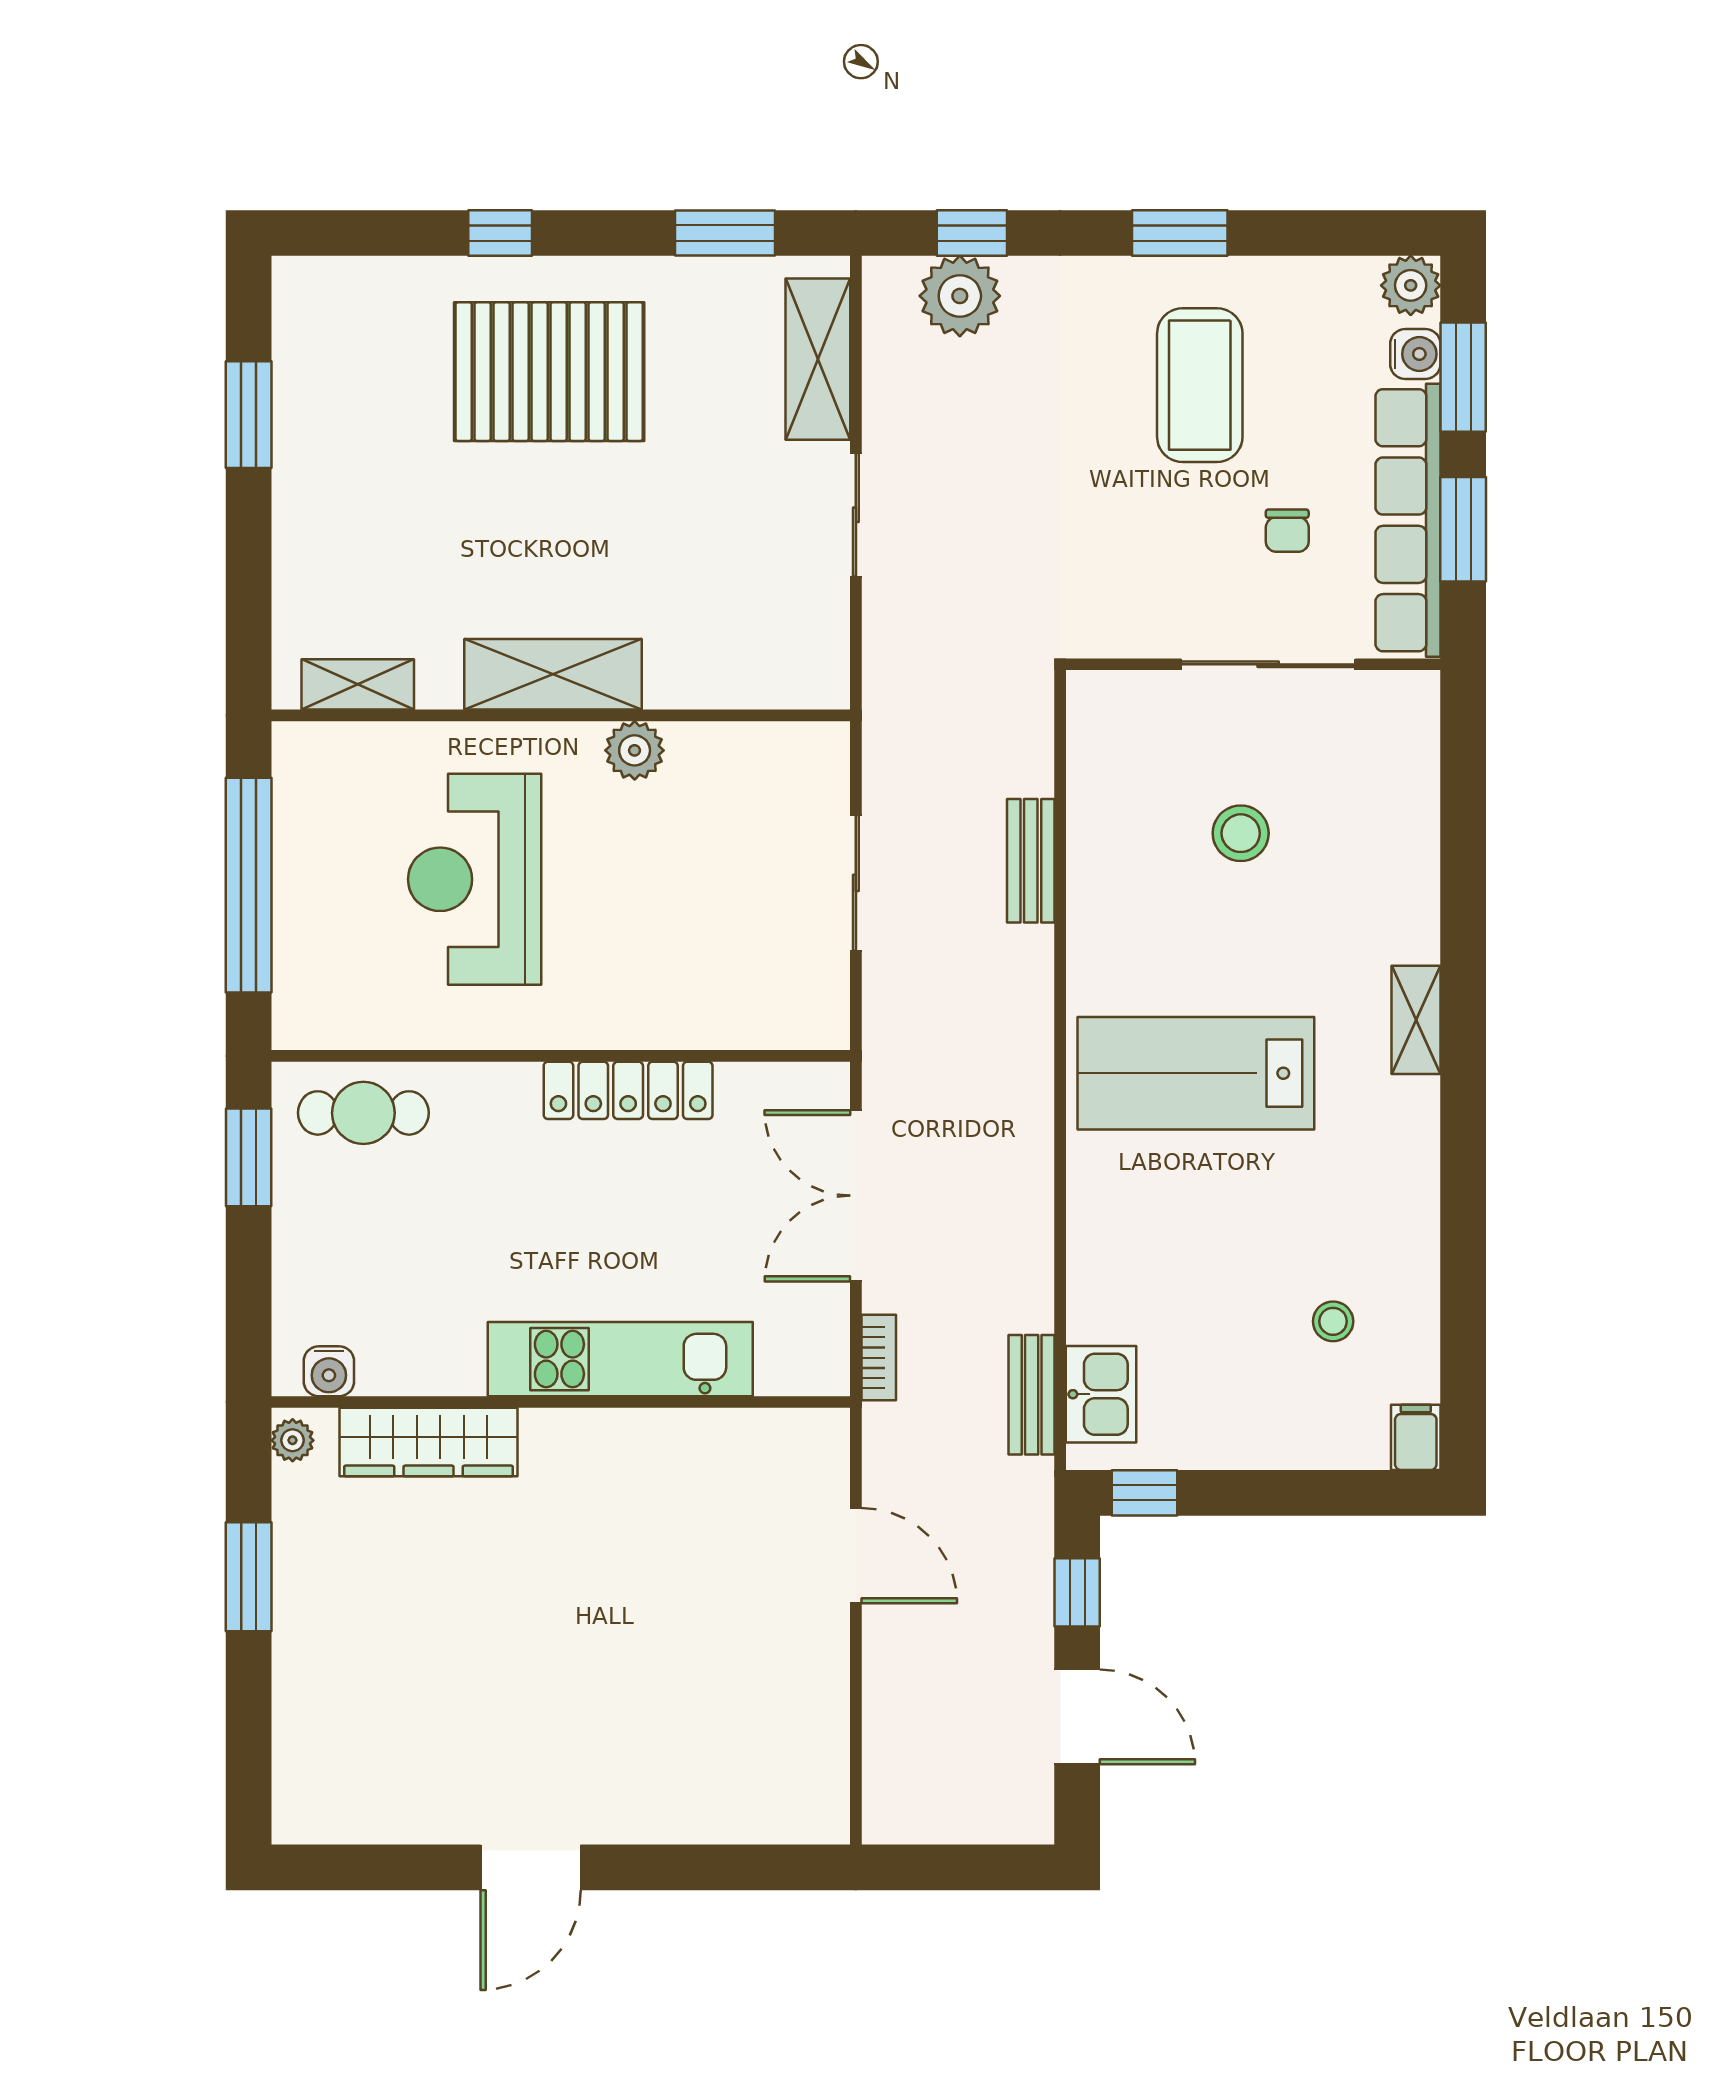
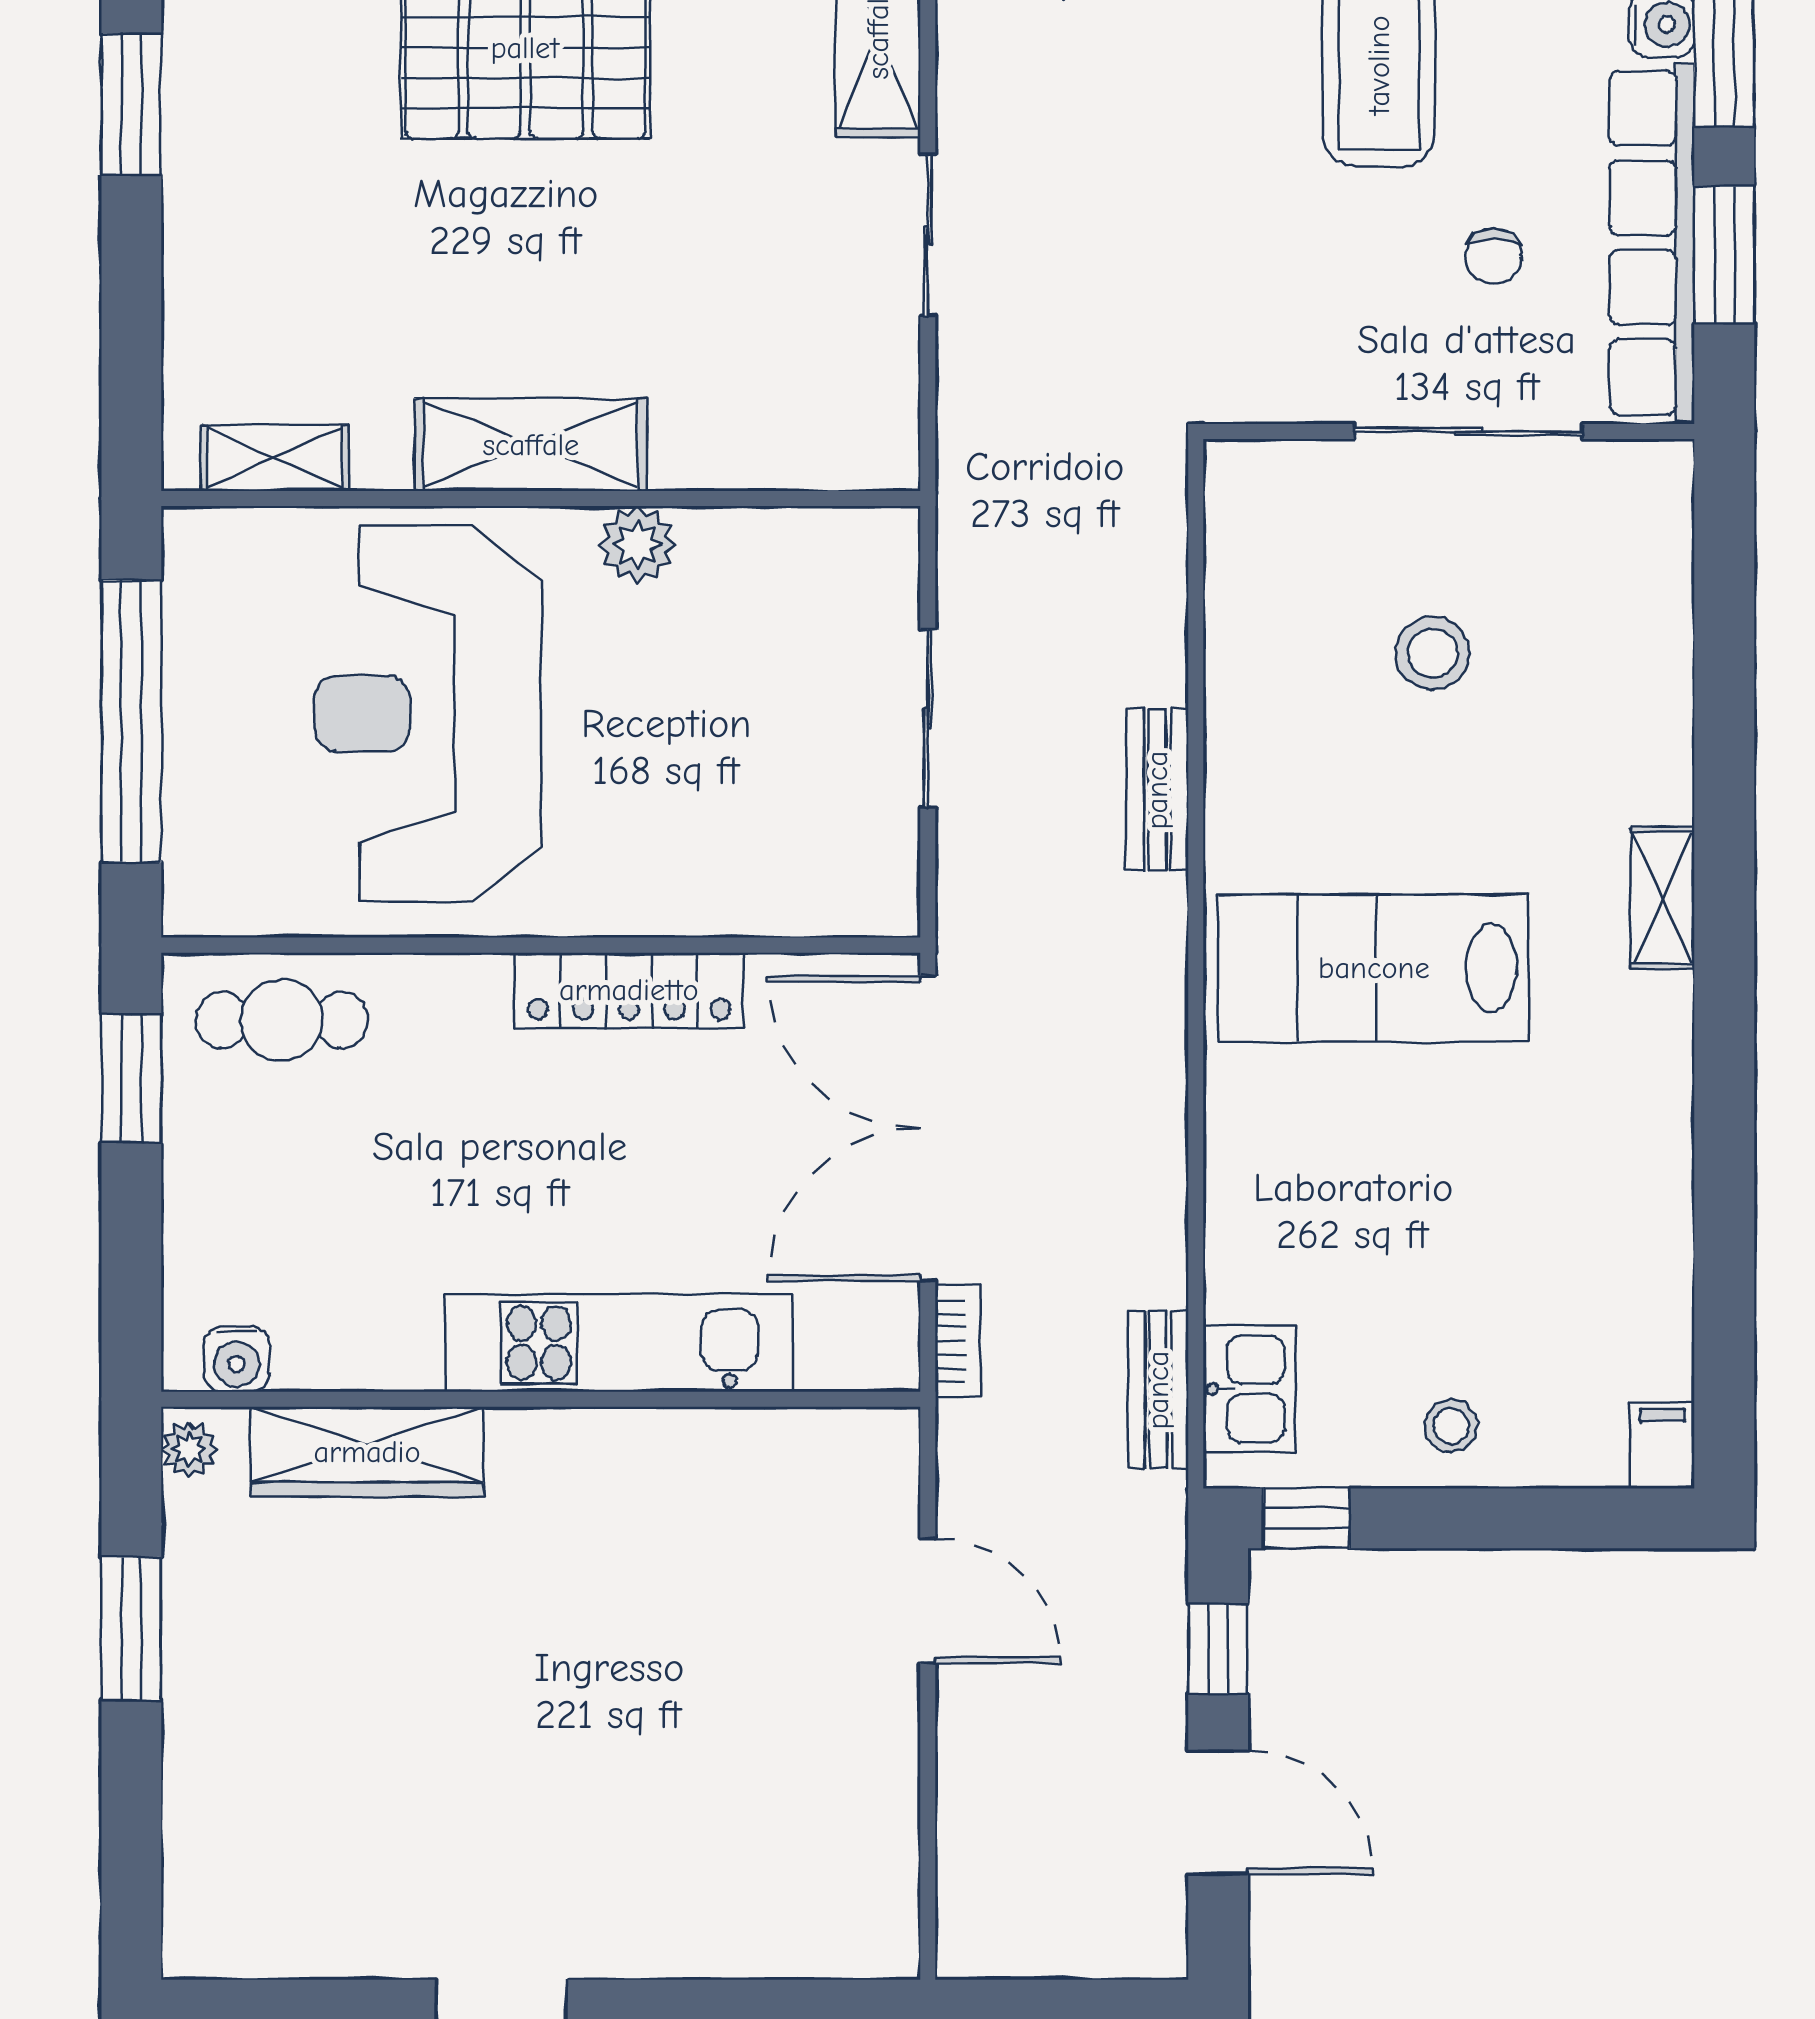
bench: (1031, 861) -> (1157, 790), moved
reception desk: (475, 879) -> (428, 714), width x1.36, depth x1.30
double door: (856, 1196) -> (928, 1129), width x1.36
stool: (1333, 1321) -> (1451, 1426), moved

